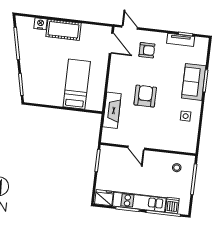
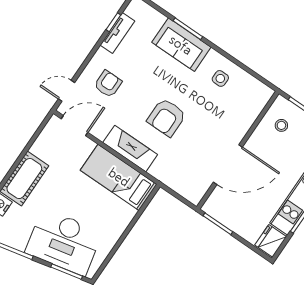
desk: (38, 74) -> (64, 242), added
bed: (77, 84) -> (119, 177), moved
armchair: (145, 96) -> (167, 117), turned -90
fireplace: (112, 110) -> (130, 149), moved
door: (136, 148) -> (228, 165), width x1.88

